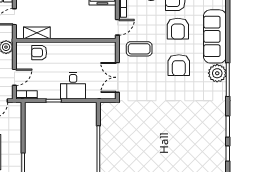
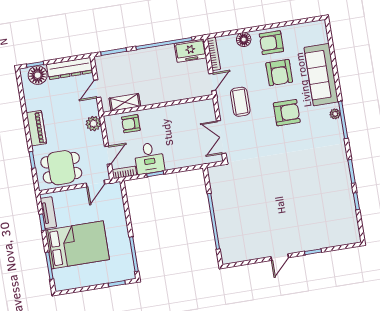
coffee table: (139, 49) -> (240, 102), turned 90
armchair: (179, 65) -> (287, 113), turned -90
plant: (217, 73) -> (335, 114), width x0.53, depth x0.53
desk: (73, 86) -> (149, 158), moved

